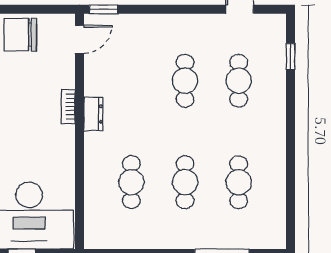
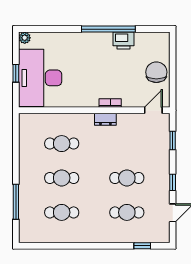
window: (103, 9) -> (173, 141), moved
window: (192, 9) -> (173, 182), added
door: (80, 39) -> (153, 110), swing flipped

